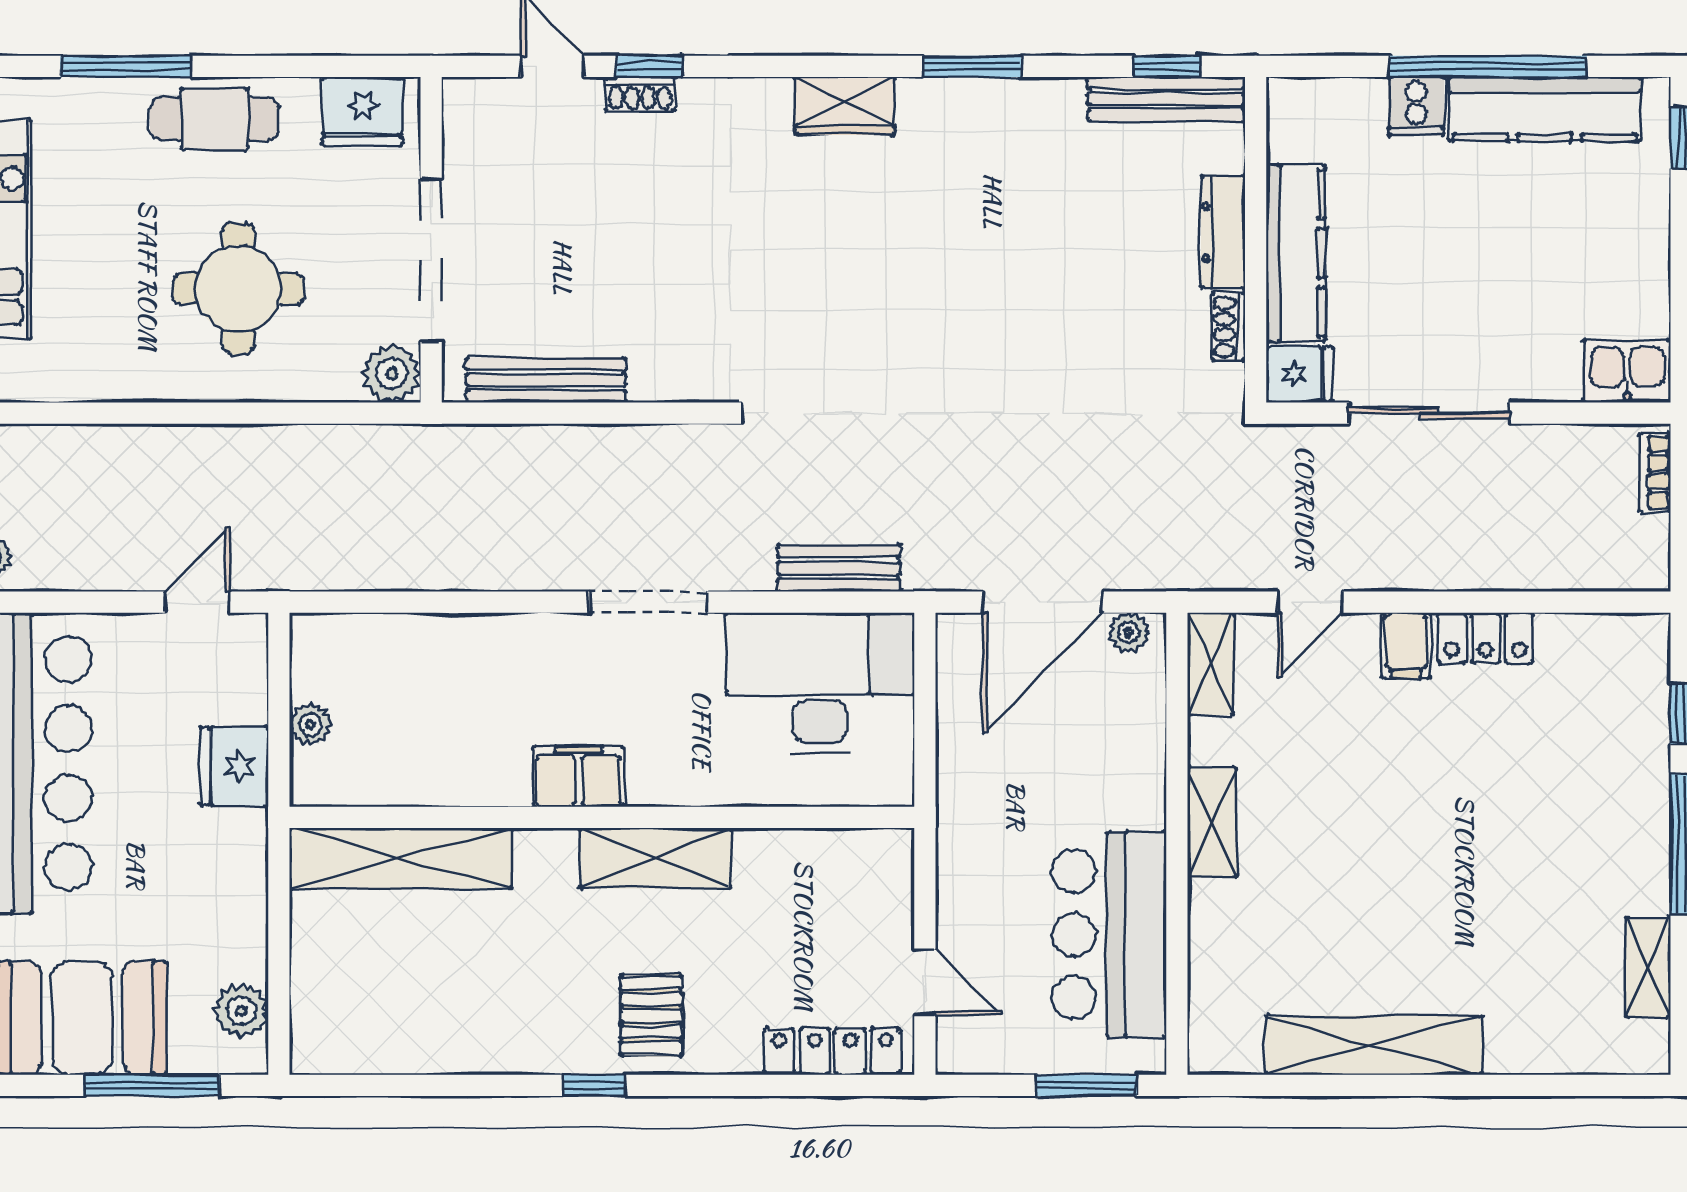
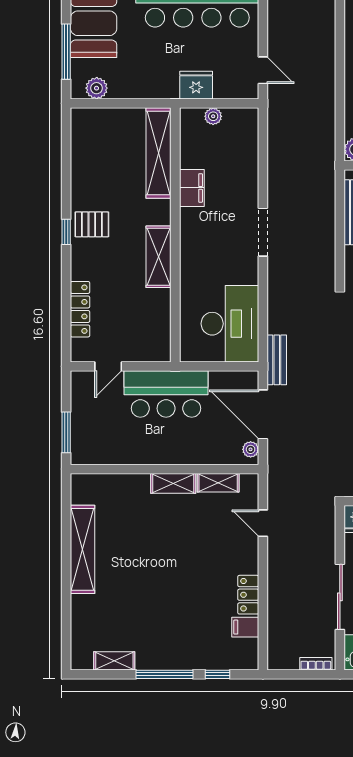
sliding door: (1429, 413) -> (340, 597), moved
bench: (839, 568) -> (277, 360), moved
doorway: (648, 602) -> (263, 232), moved
filing cabinet: (1406, 646) -> (245, 627), moved
shelving: (1210, 664) -> (218, 483), moved
filing cabinet: (579, 777) -> (192, 188), moved
bar counter: (1109, 935) -> (166, 394), moved, turned 180
pallet: (651, 1015) -> (92, 224), moved
locker: (832, 1051) -> (80, 309), moved

